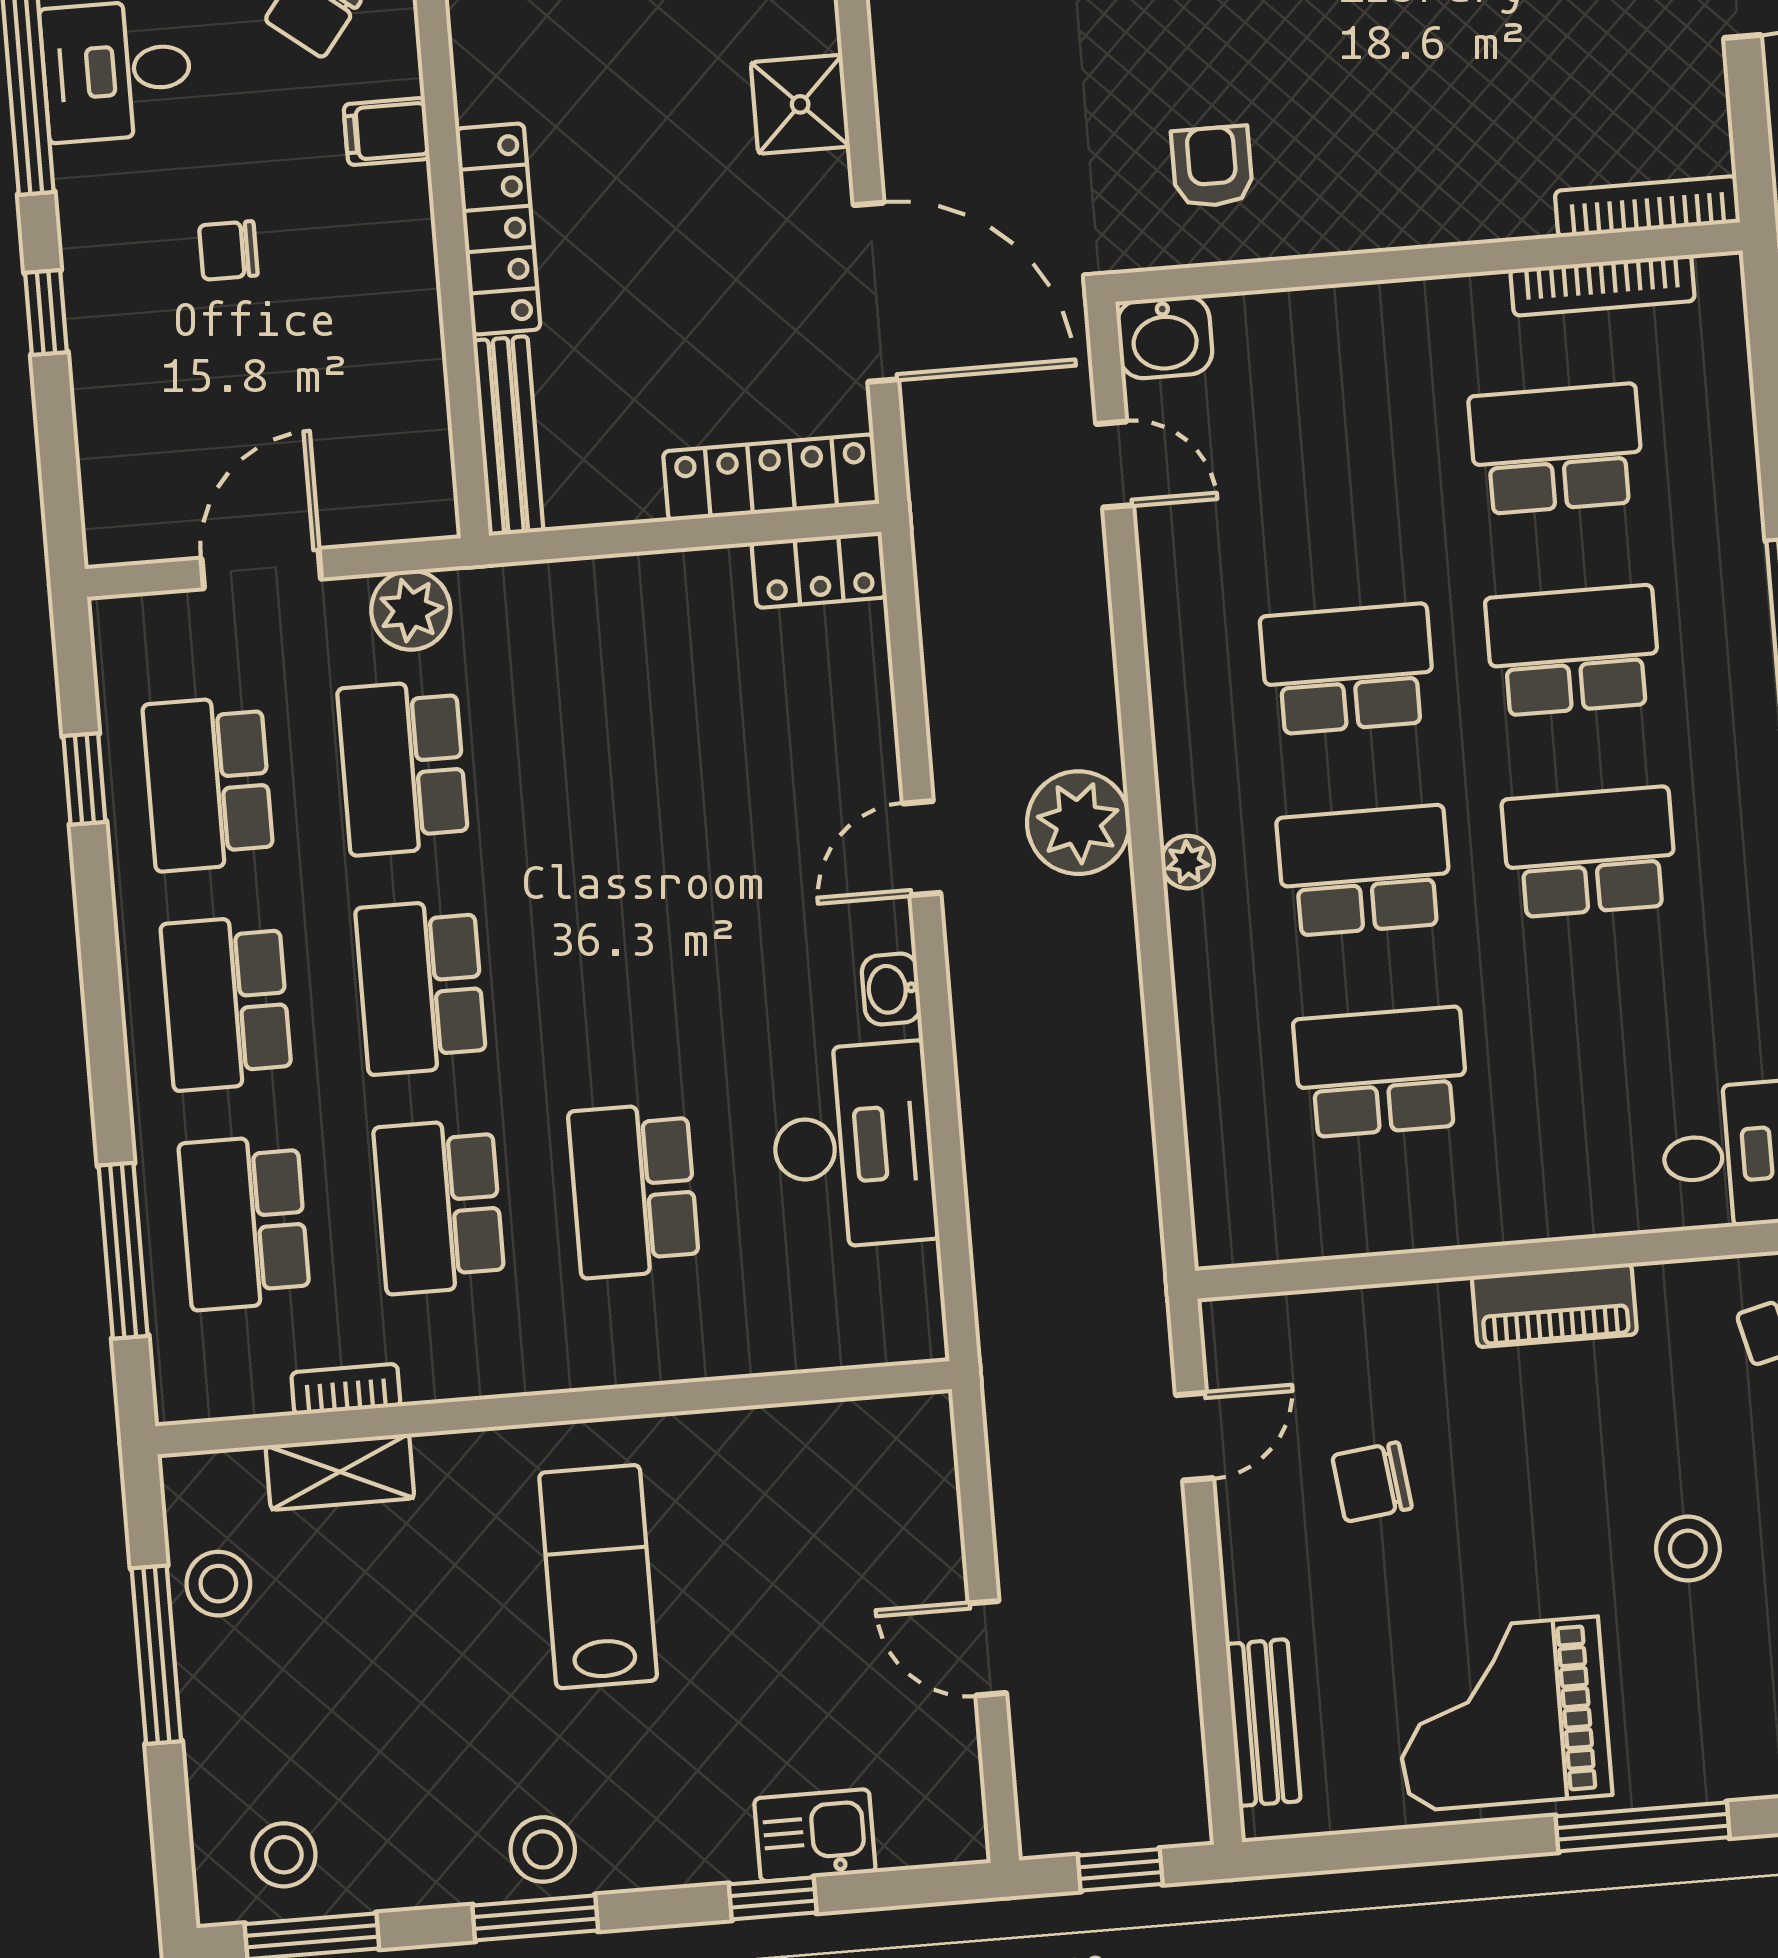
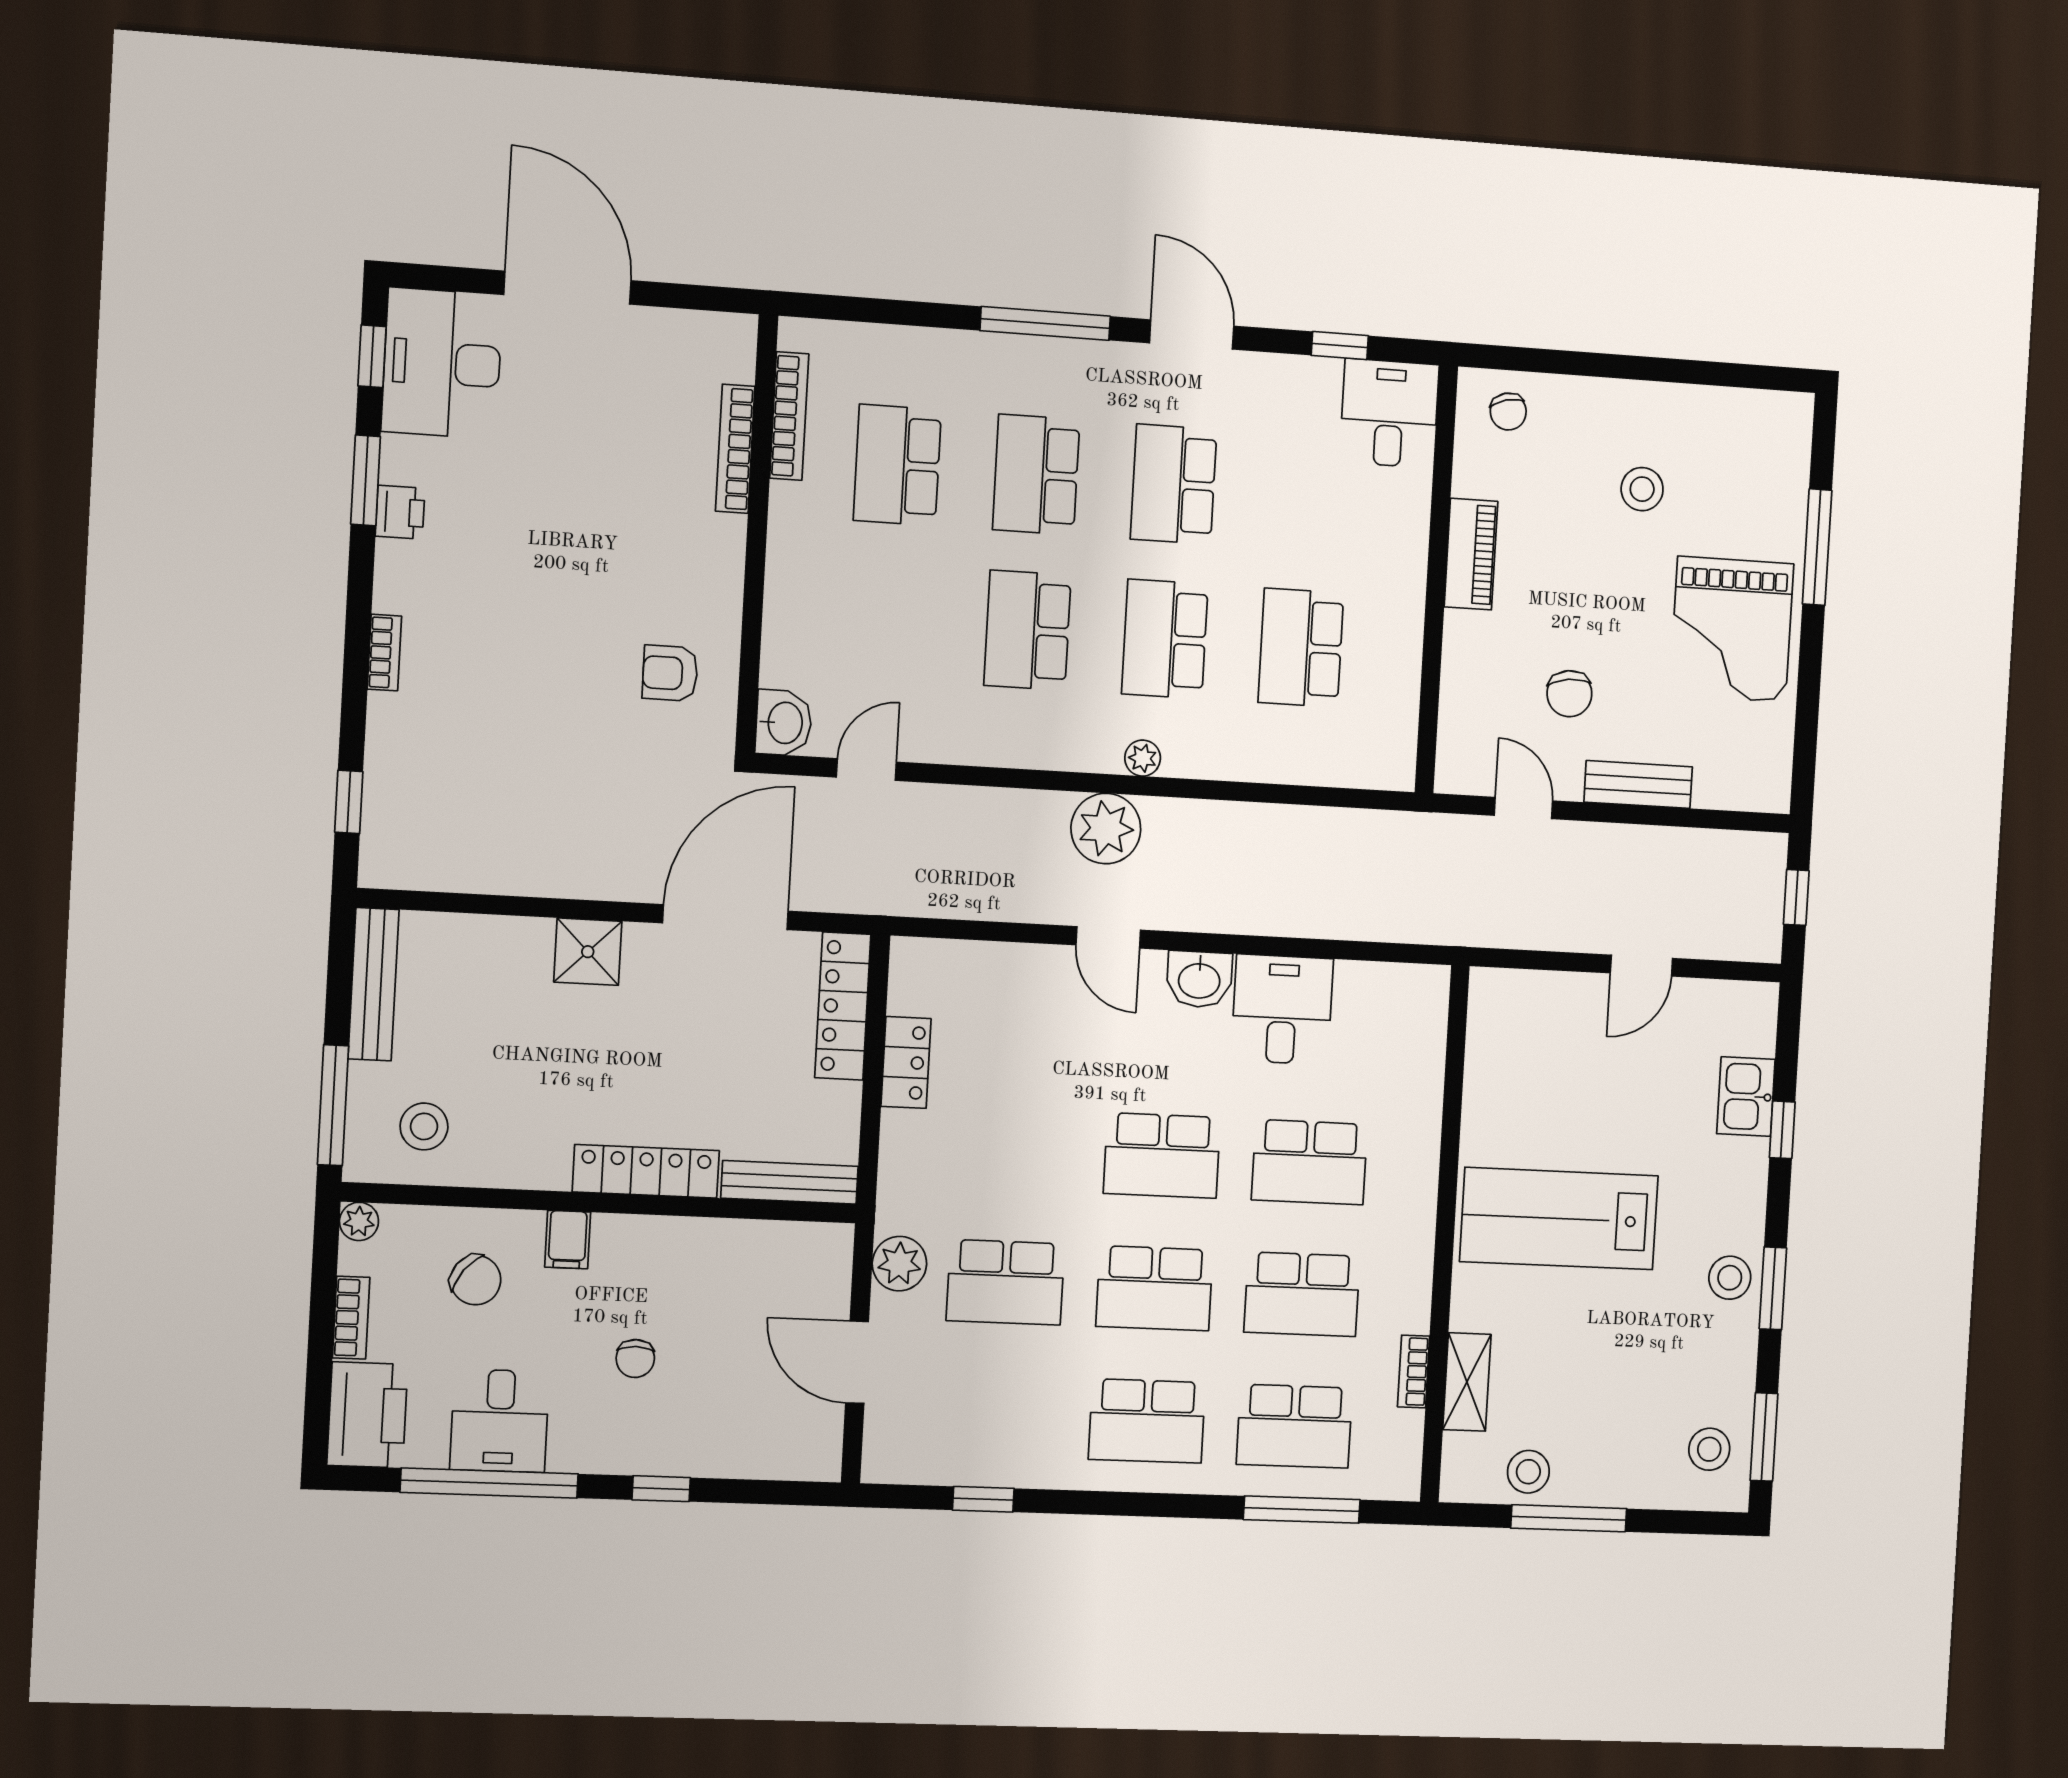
bookcase: (1647, 207) -> (735, 449), moved
locker: (819, 570) -> (906, 1062), moved
school desk: (208, 784) -> (1162, 1155), moved
washbasin: (891, 989) -> (1199, 979), width x1.38, depth x1.45
desk: (853, 1146) -> (1282, 1009), width x0.73
lab bench: (598, 1577) -> (1559, 1219), width x1.36, depth x1.39
bench: (1263, 1723) -> (1638, 784), moved

